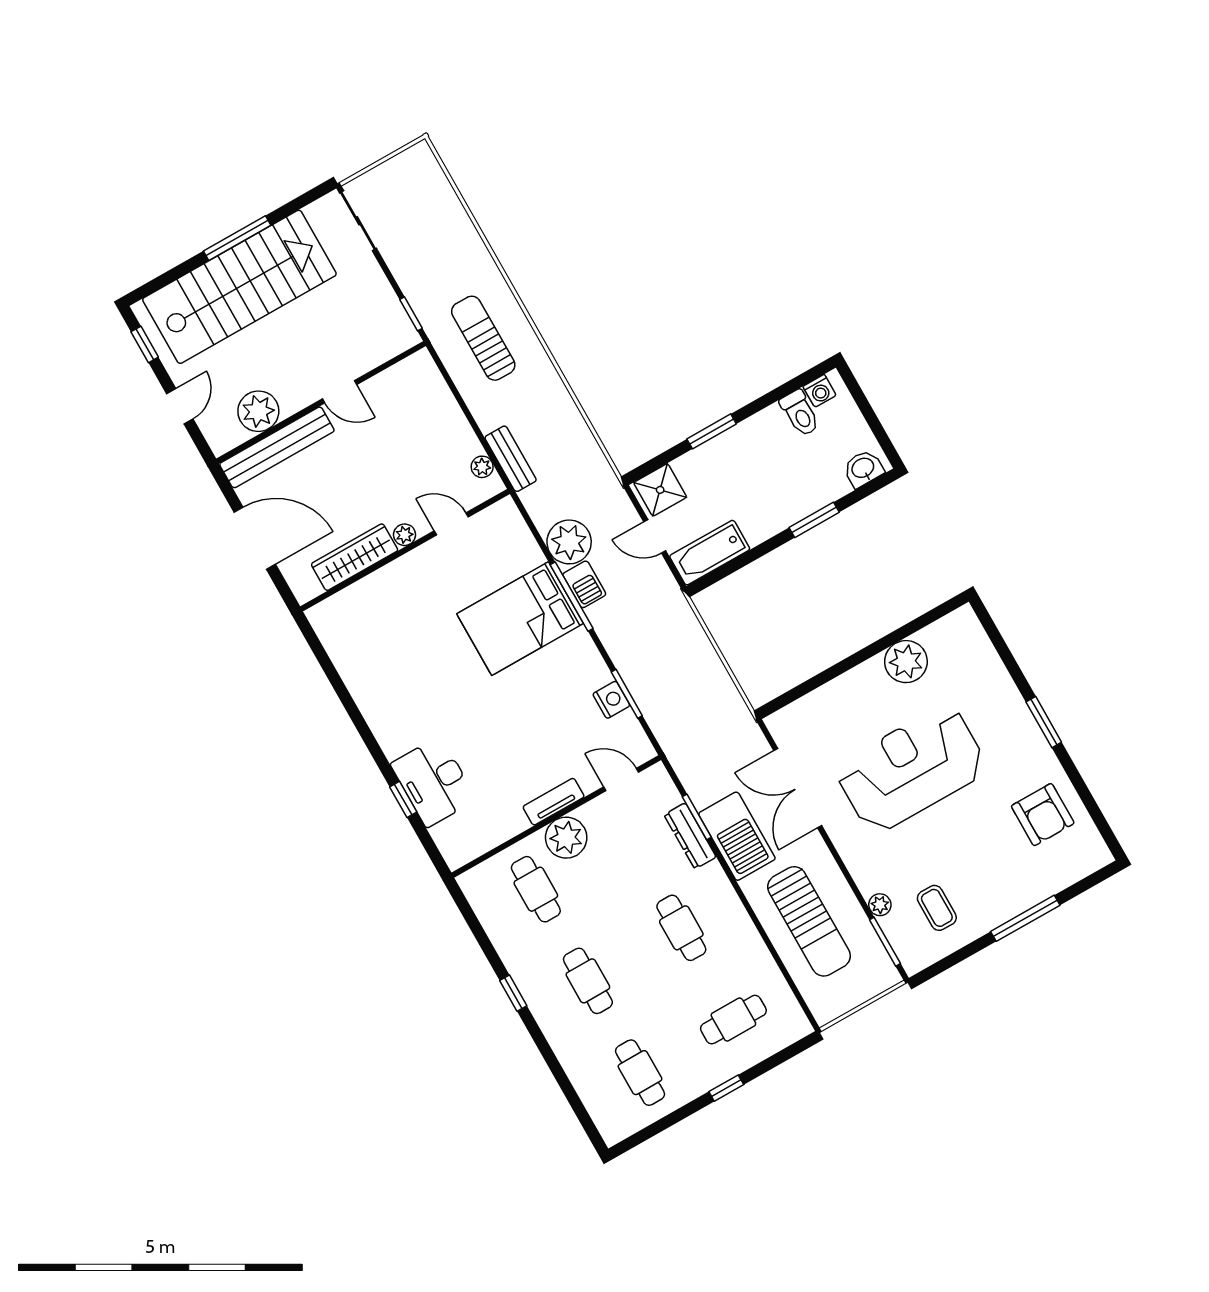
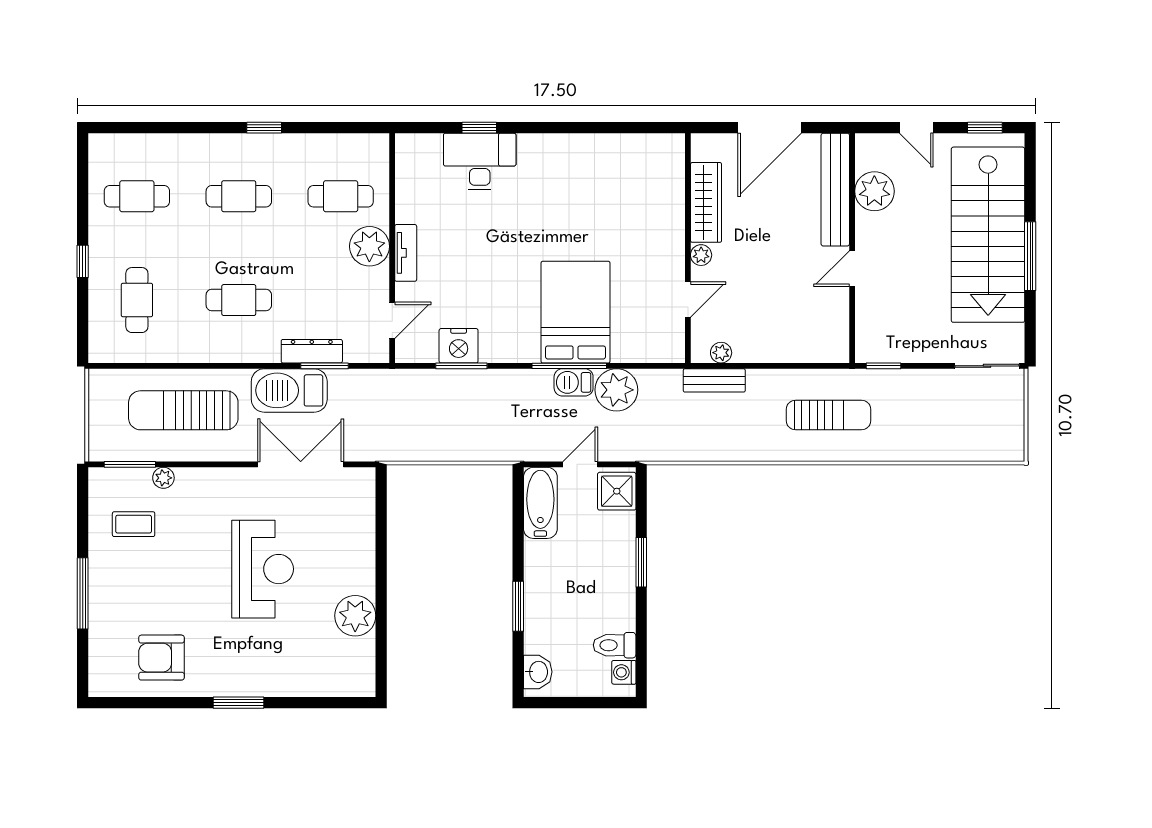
nightstand: (611, 700) -> (459, 346), width x1.36, depth x1.33
reception desk: (911, 769) -> (263, 569), width x0.74, depth x0.77

